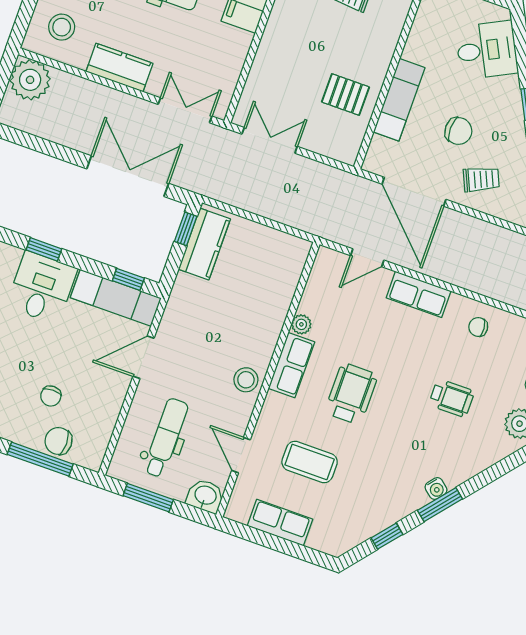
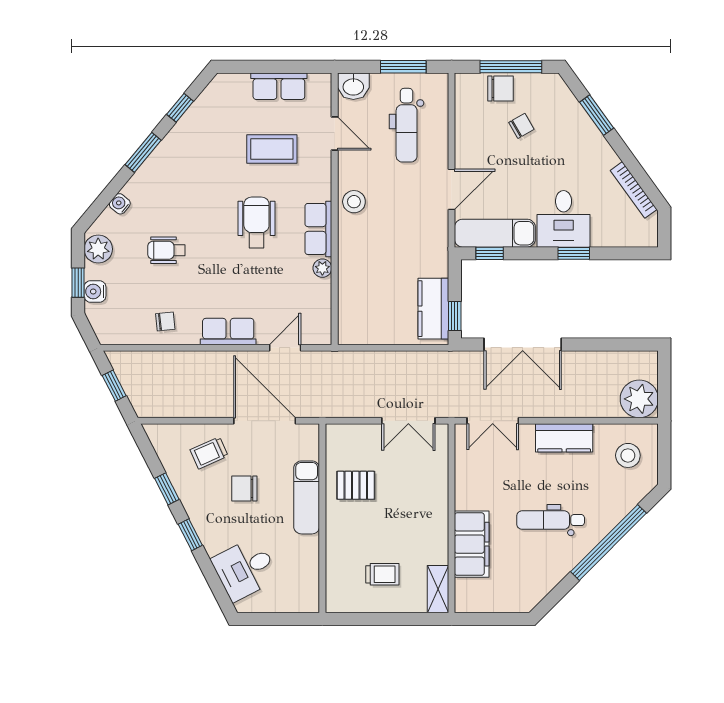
wheelchair: (351, 394) -> (256, 222), turned 180
chair: (51, 396) -> (521, 126), turned 60
water cooler: (436, 489) -> (120, 204), moved

